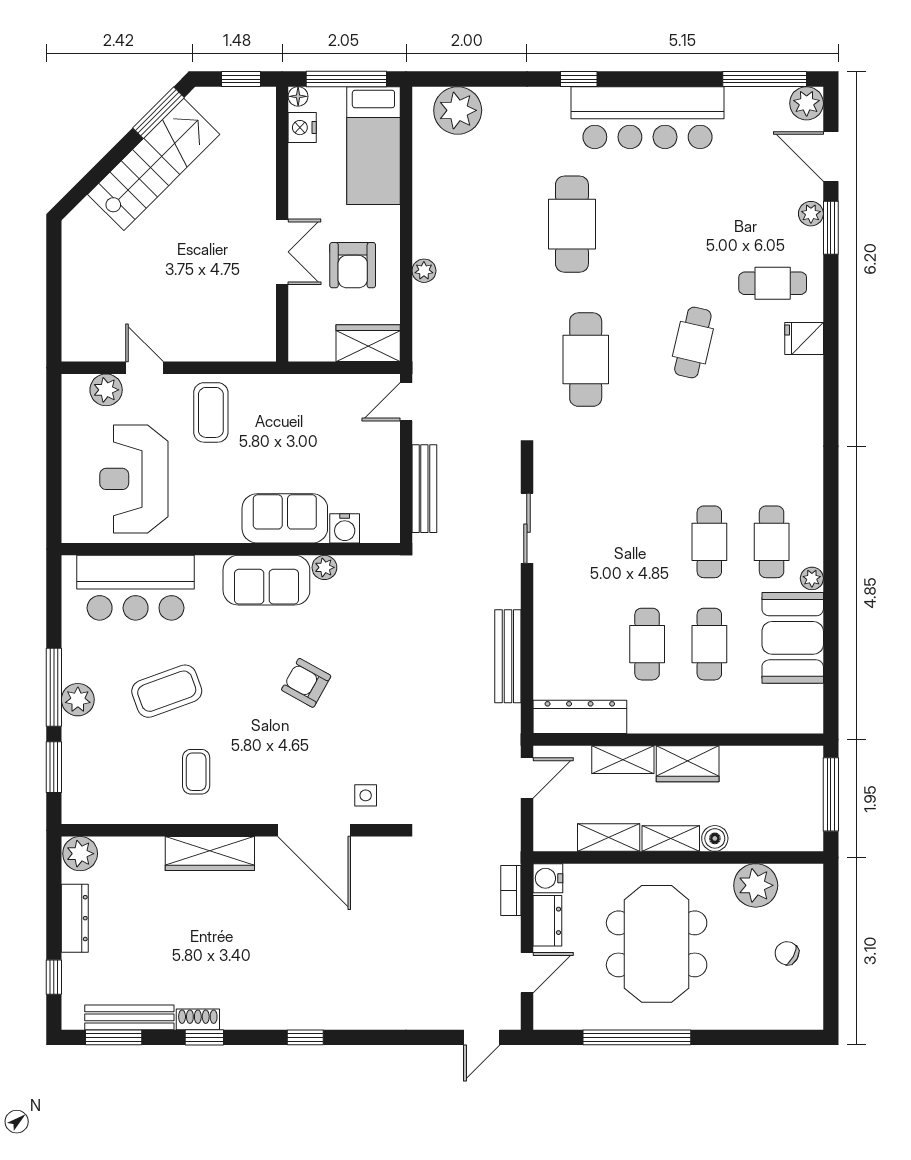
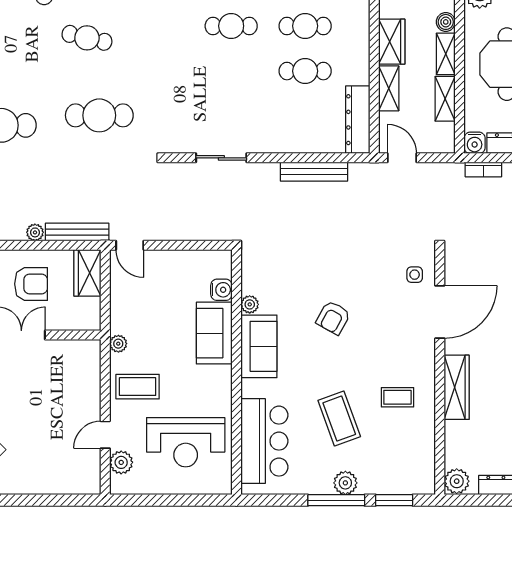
plant: (270, 386) -> (118, 344), added
bench: (424, 489) -> (77, 232), moved

